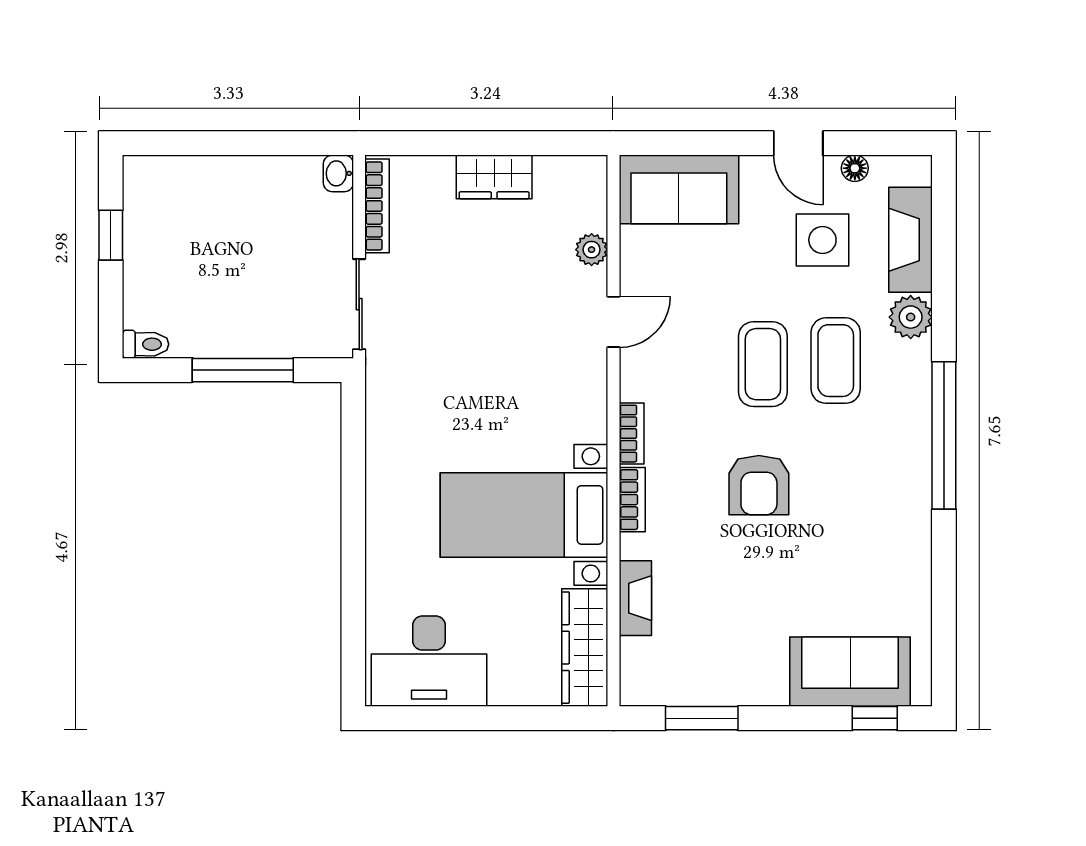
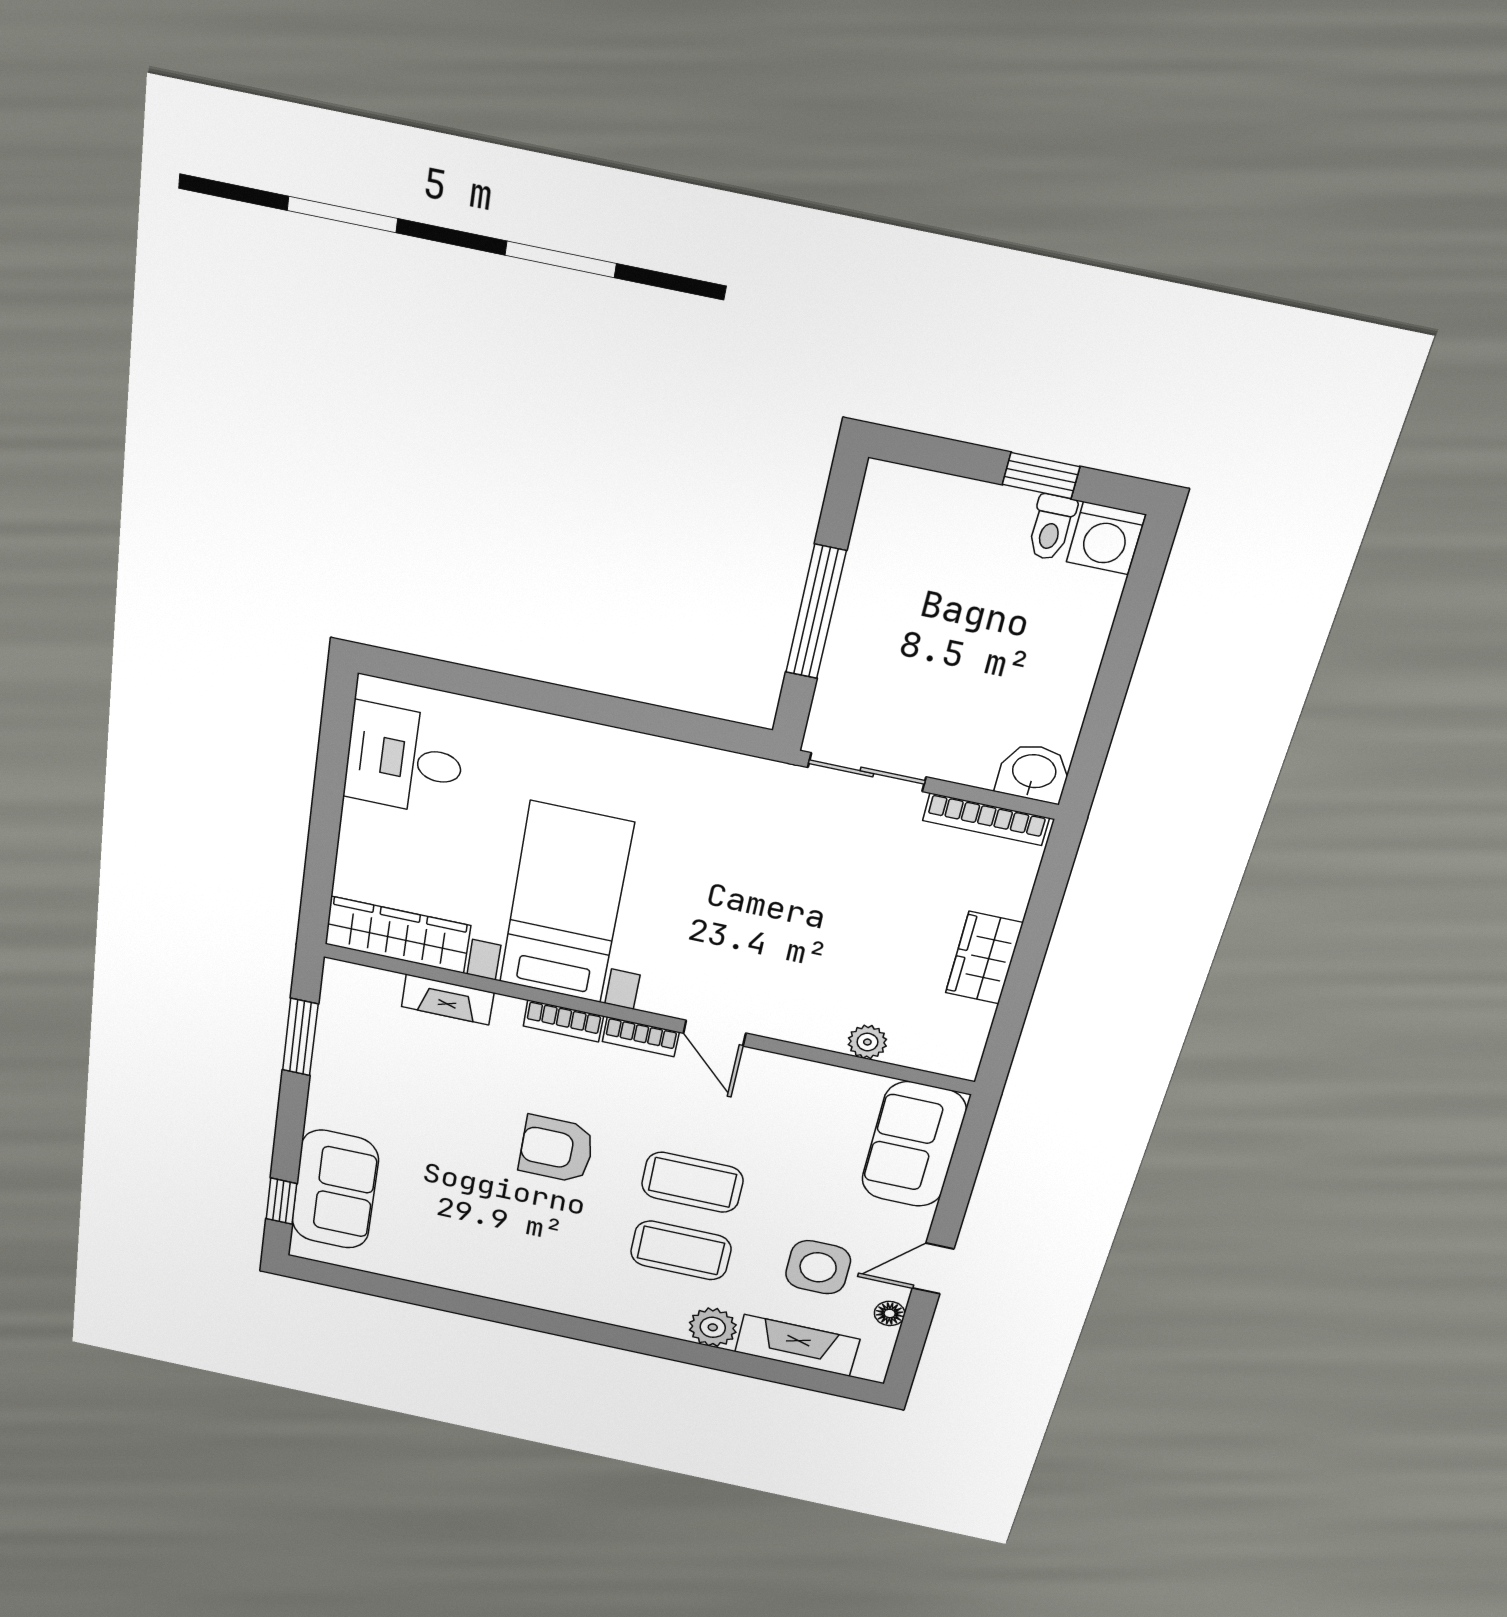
washbasin: (338, 173) -> (1034, 773), width x1.38, depth x1.45
washing machine: (145, 178) -> (1106, 538), added
door: (613, 322) -> (715, 1033), moved
toilet: (146, 344) -> (1051, 527), moved
window: (944, 435) -> (578, 1329), removed
desk: (429, 661) -> (404, 760), width x0.73

